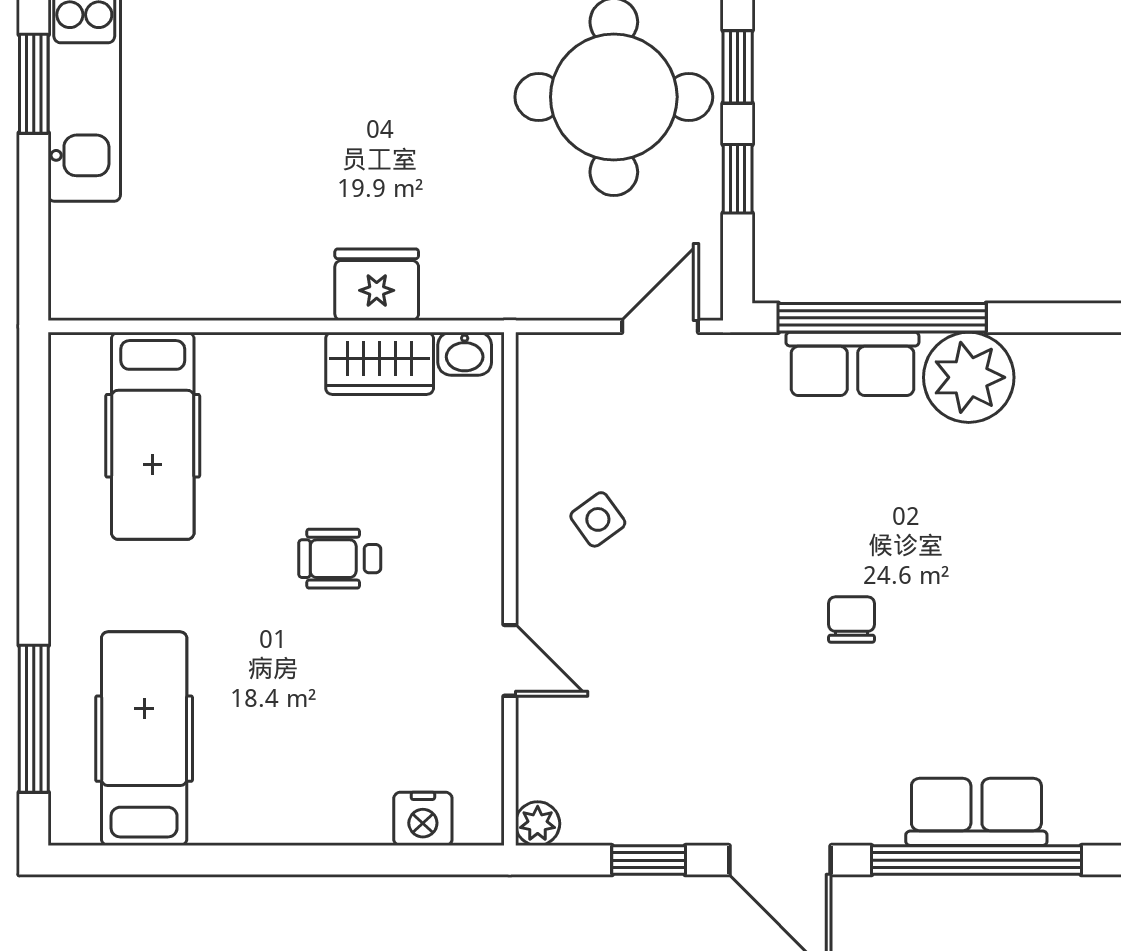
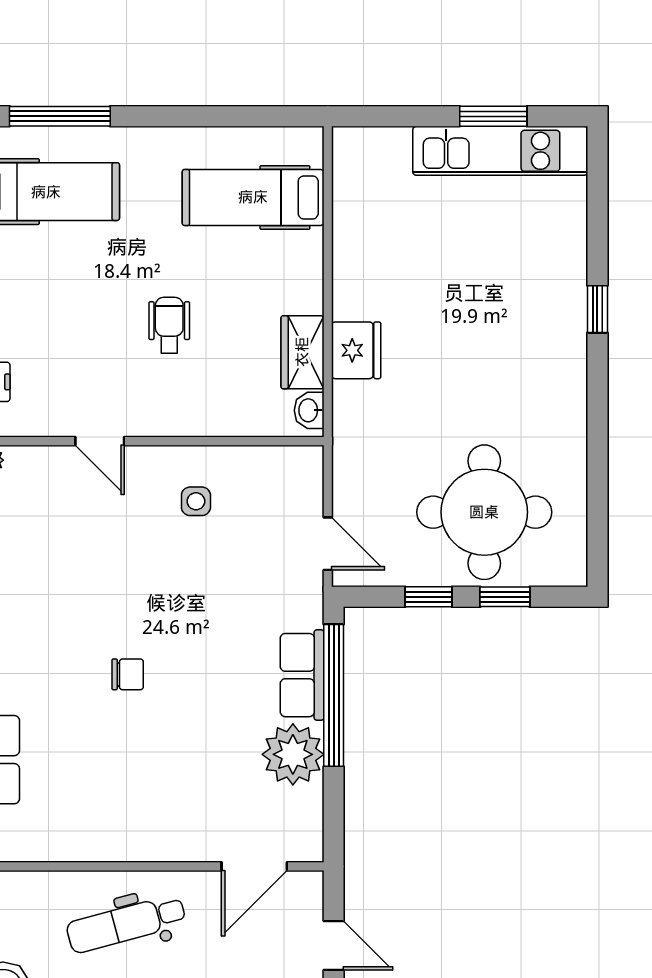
side table: (598, 519) -> (196, 501), turned 36
door: (510, 660) -> (100, 441), hinge flipped

